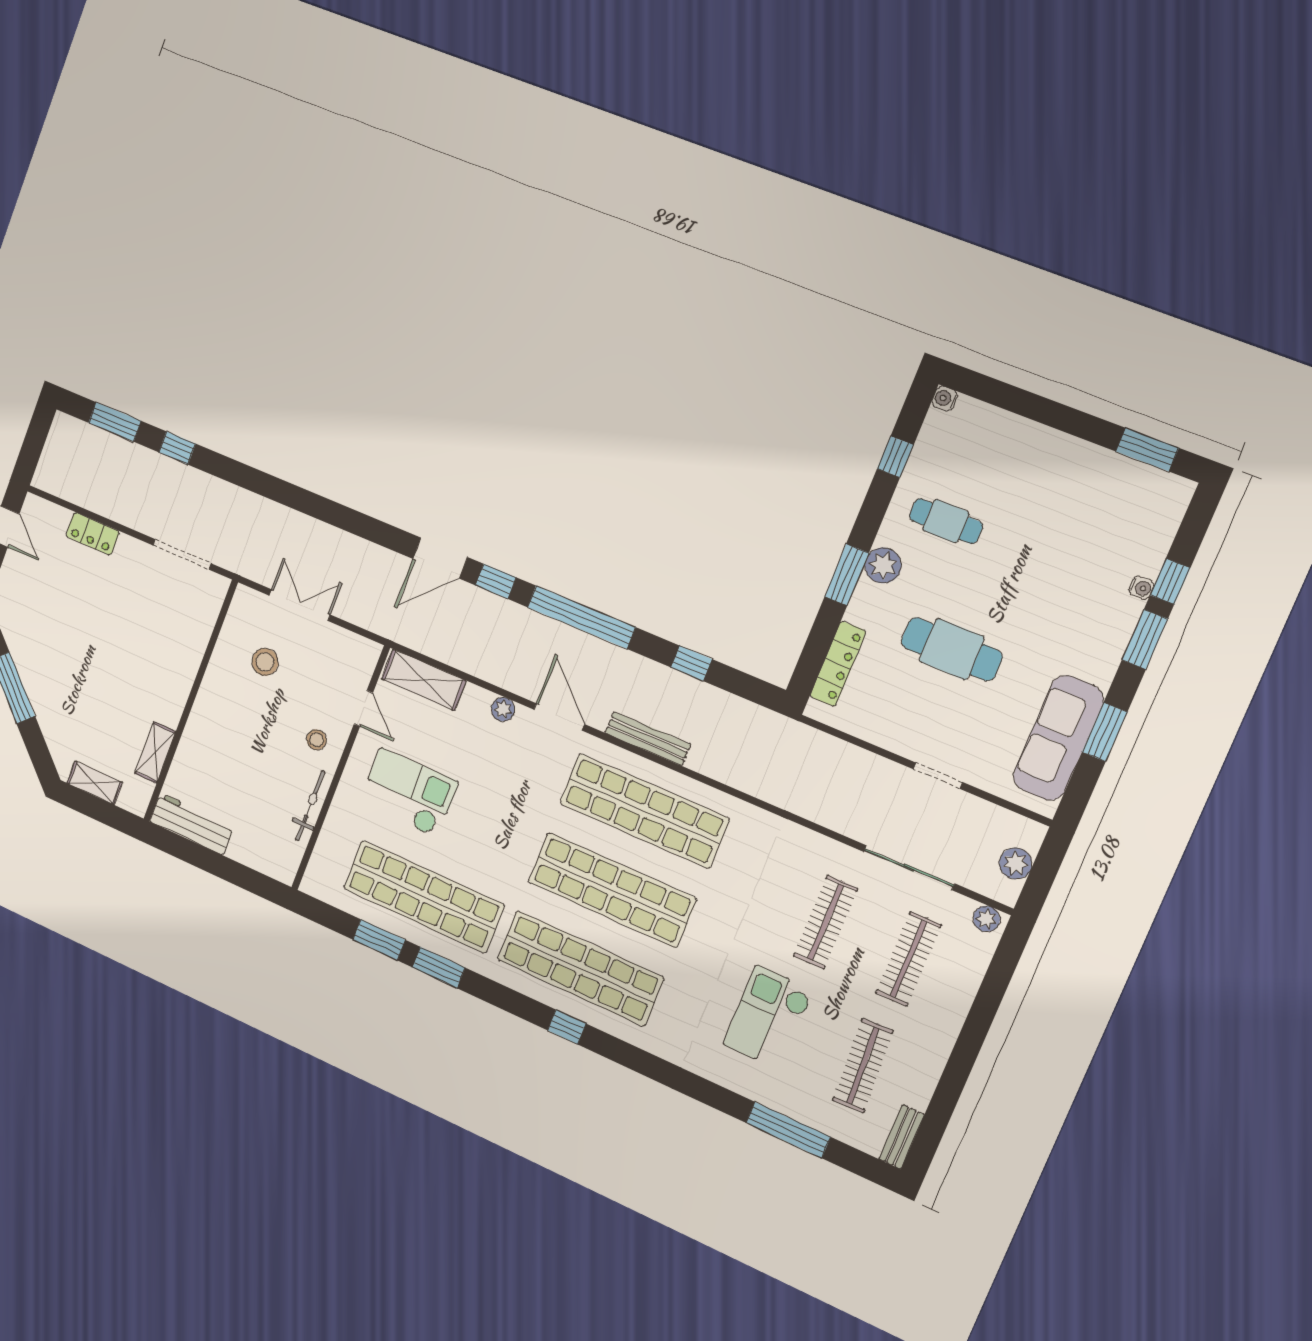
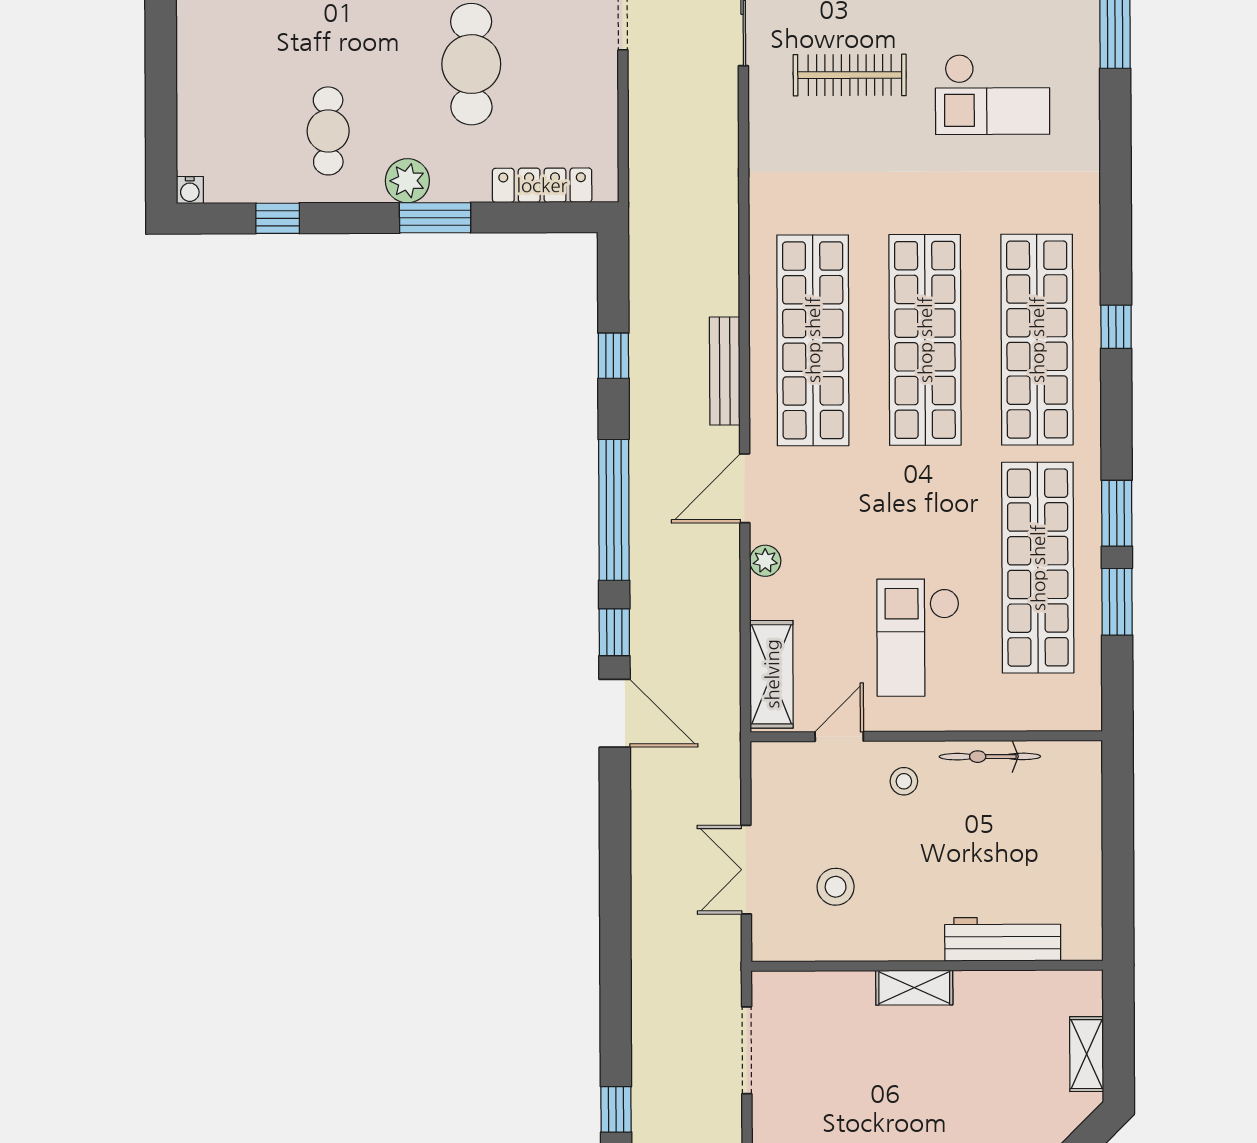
shelving: (155, 753) -> (914, 988), moved
workbench: (192, 824) -> (1003, 939), moved, turned 90

